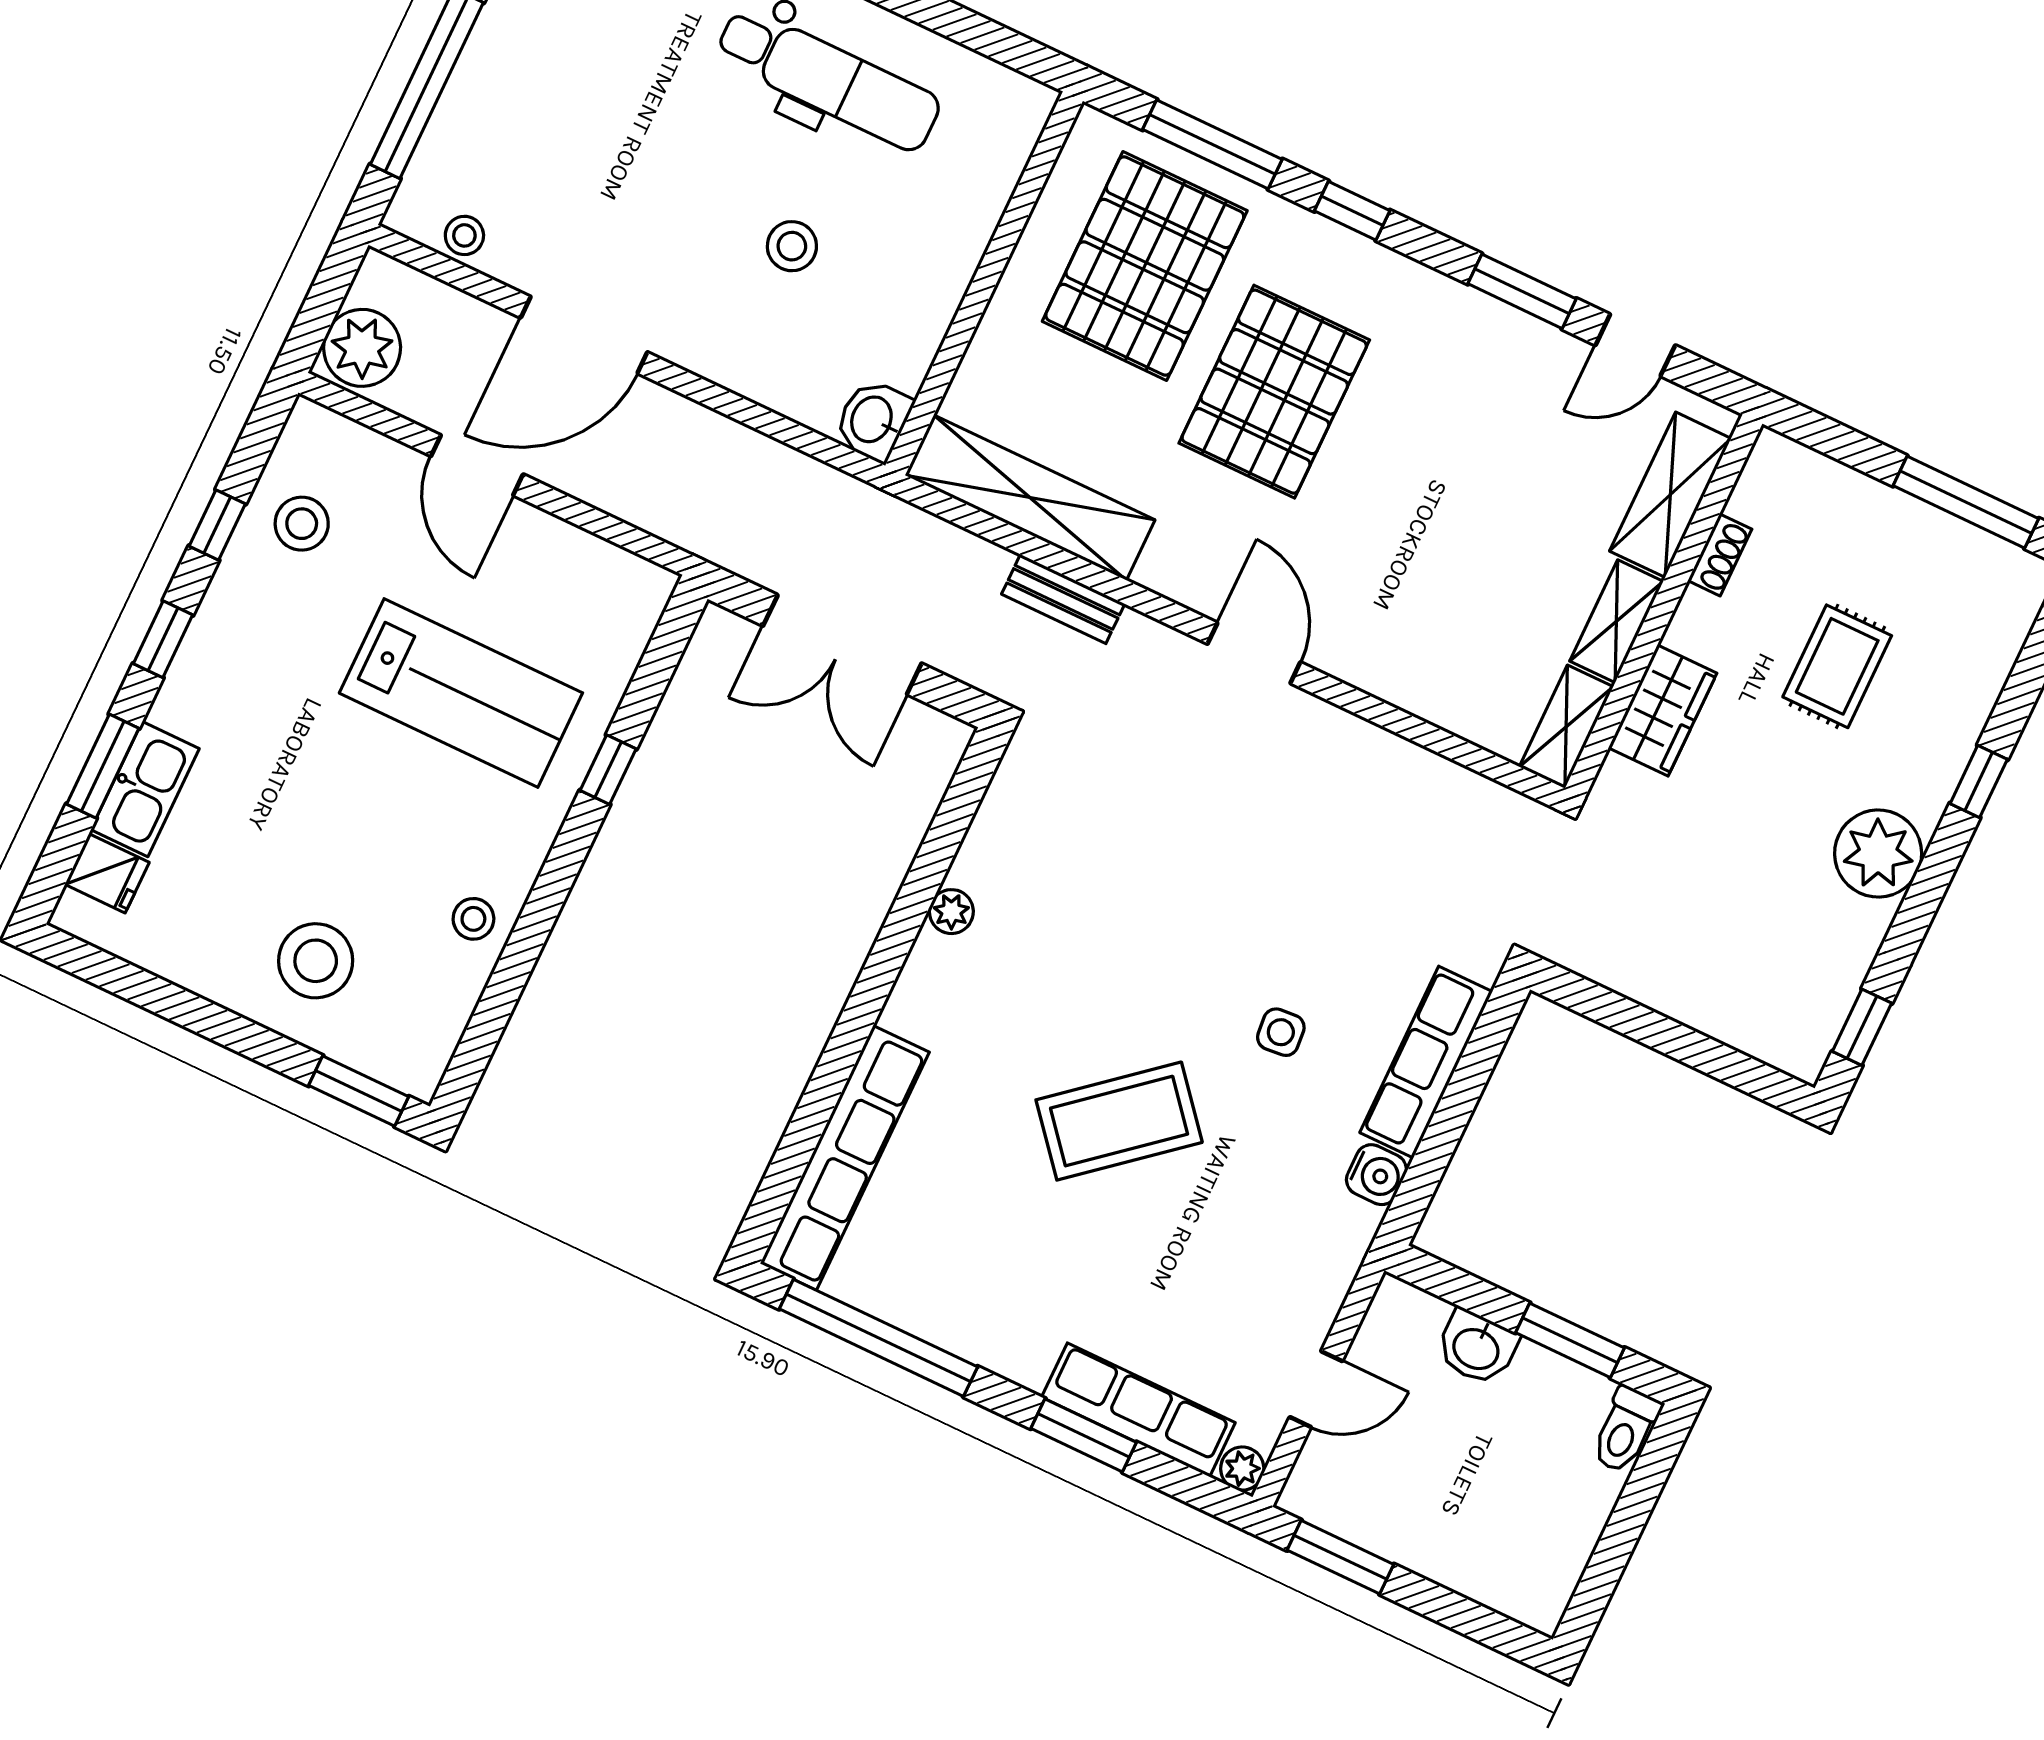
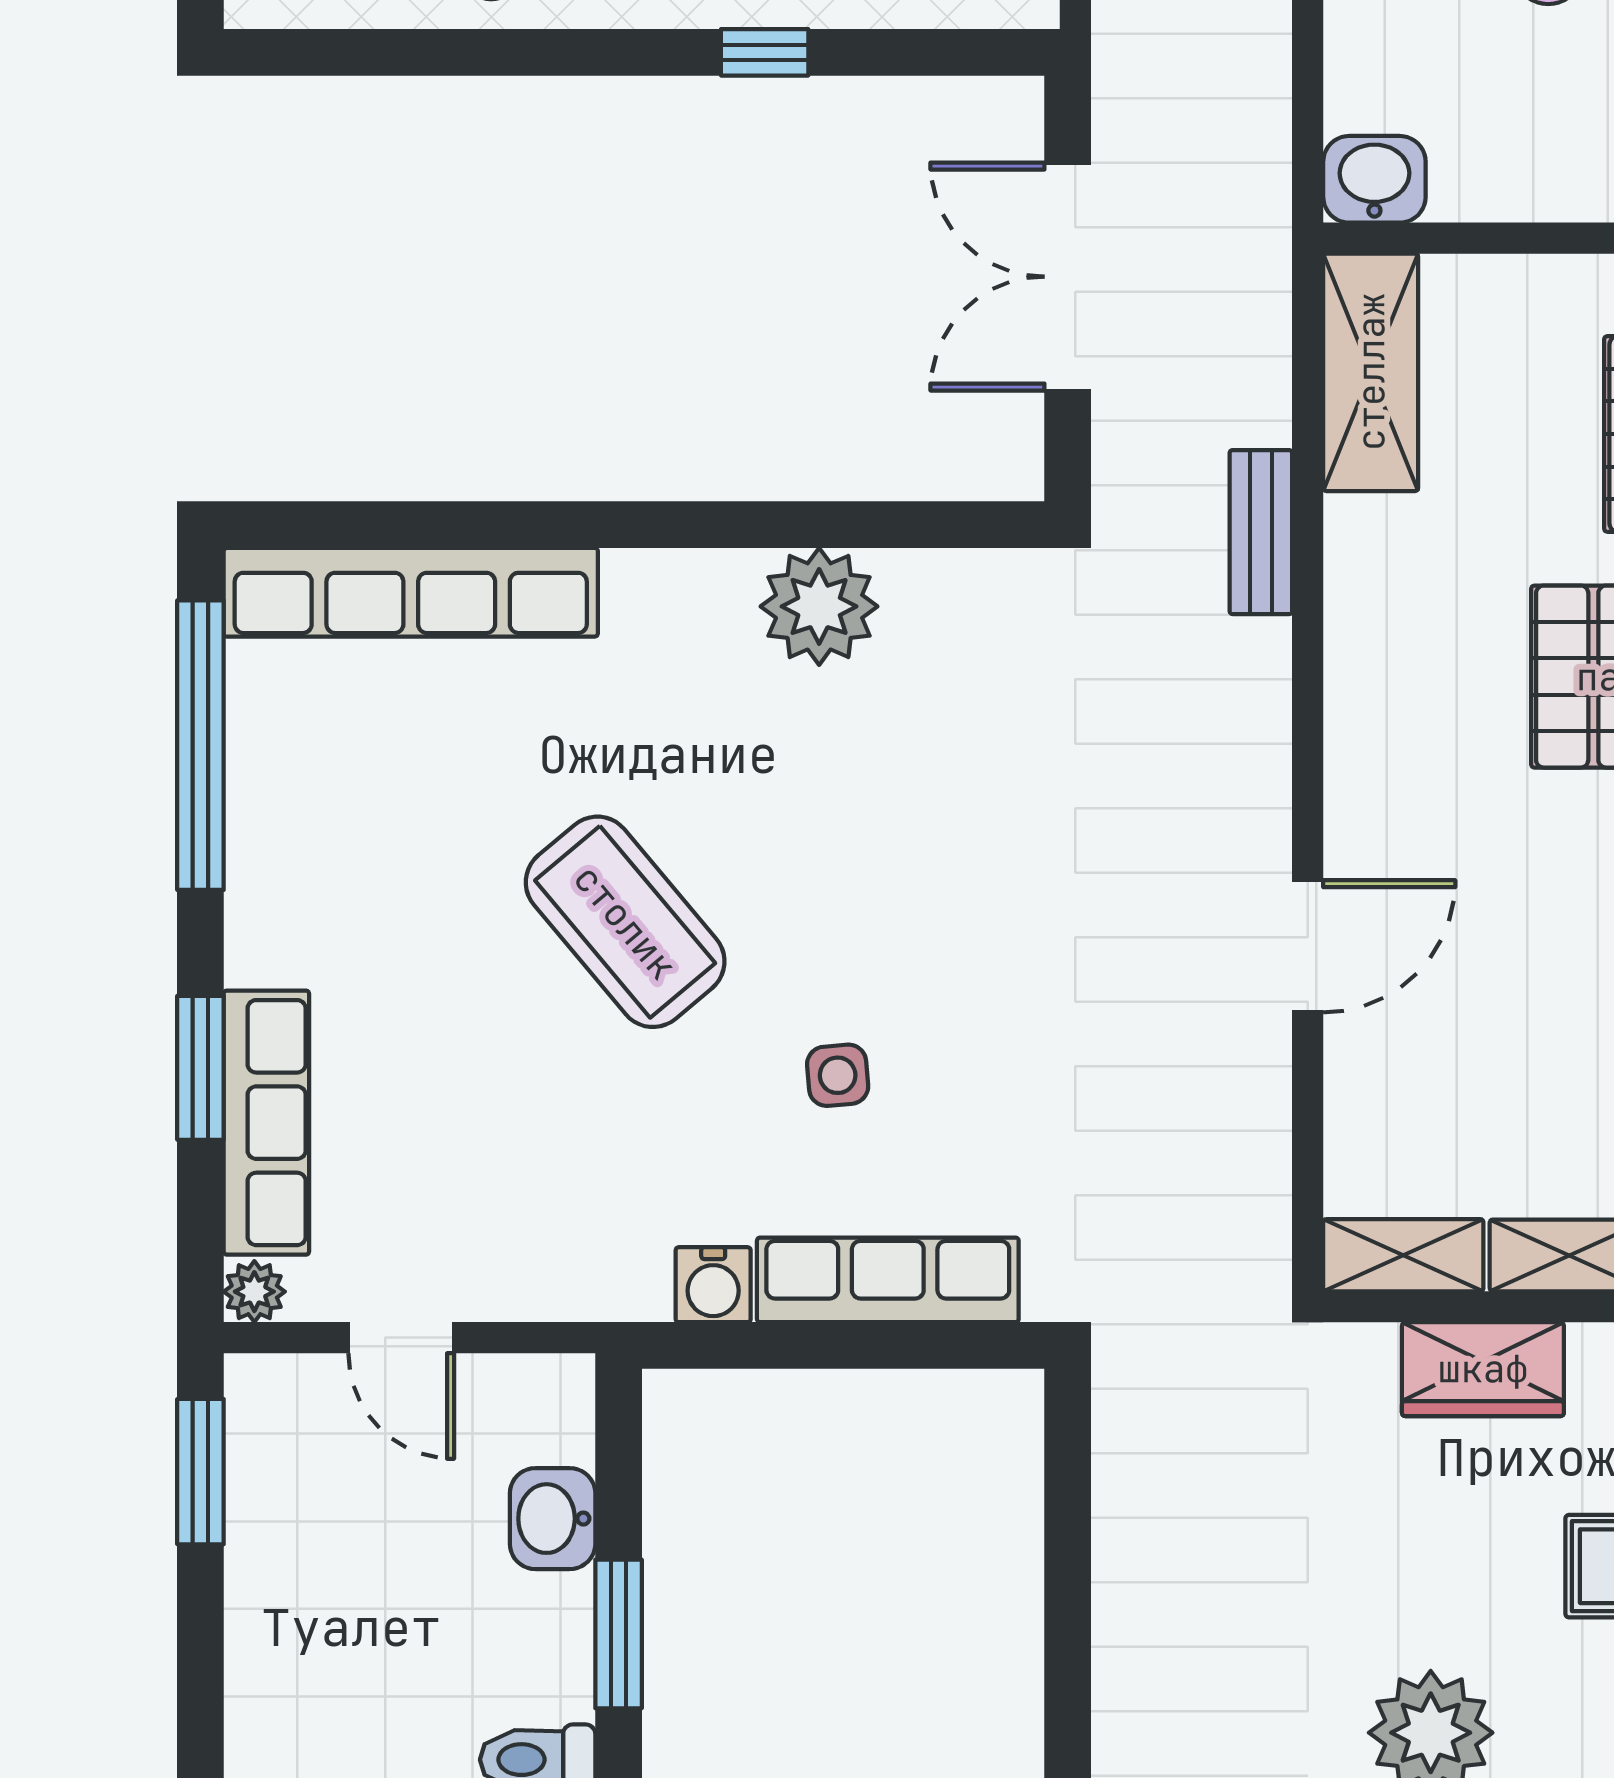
shelving: (1030, 498) -> (1371, 372), width x0.68
door: (1254, 653) -> (1308, 946), moved
plant: (951, 912) -> (819, 606), width x1.87, depth x1.87

